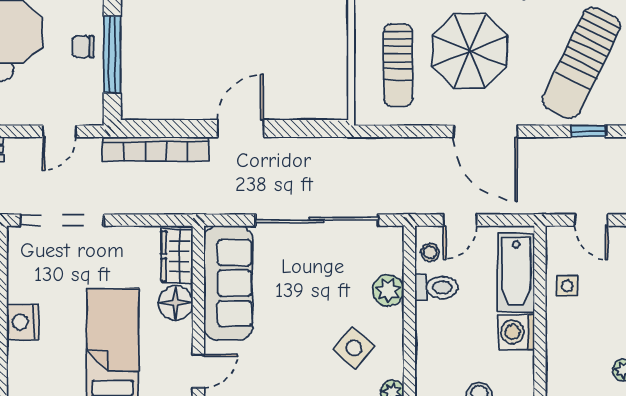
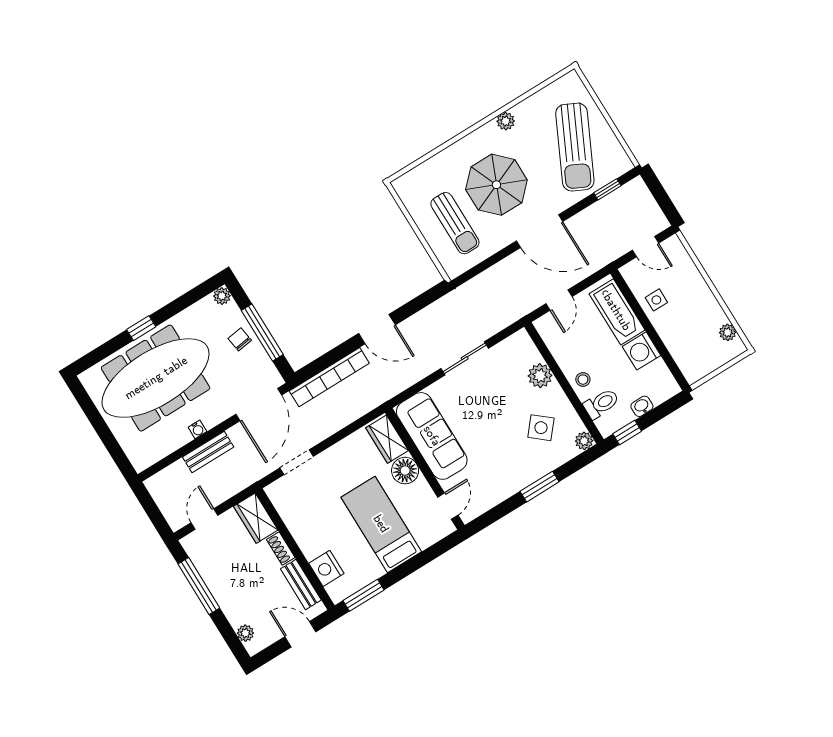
chair: (83, 47) -> (240, 339), turned 82
door: (240, 128) -> (377, 329), swing flipped
door: (59, 131) -> (259, 405), width x1.87
doorway: (62, 220) -> (297, 462), width x0.53
sliding door: (317, 220) -> (465, 358), width x0.54
stool: (430, 252) -> (583, 380), moved
toilet: (436, 287) -> (601, 404), moved
nightstand: (23, 322) -> (326, 568), moved

